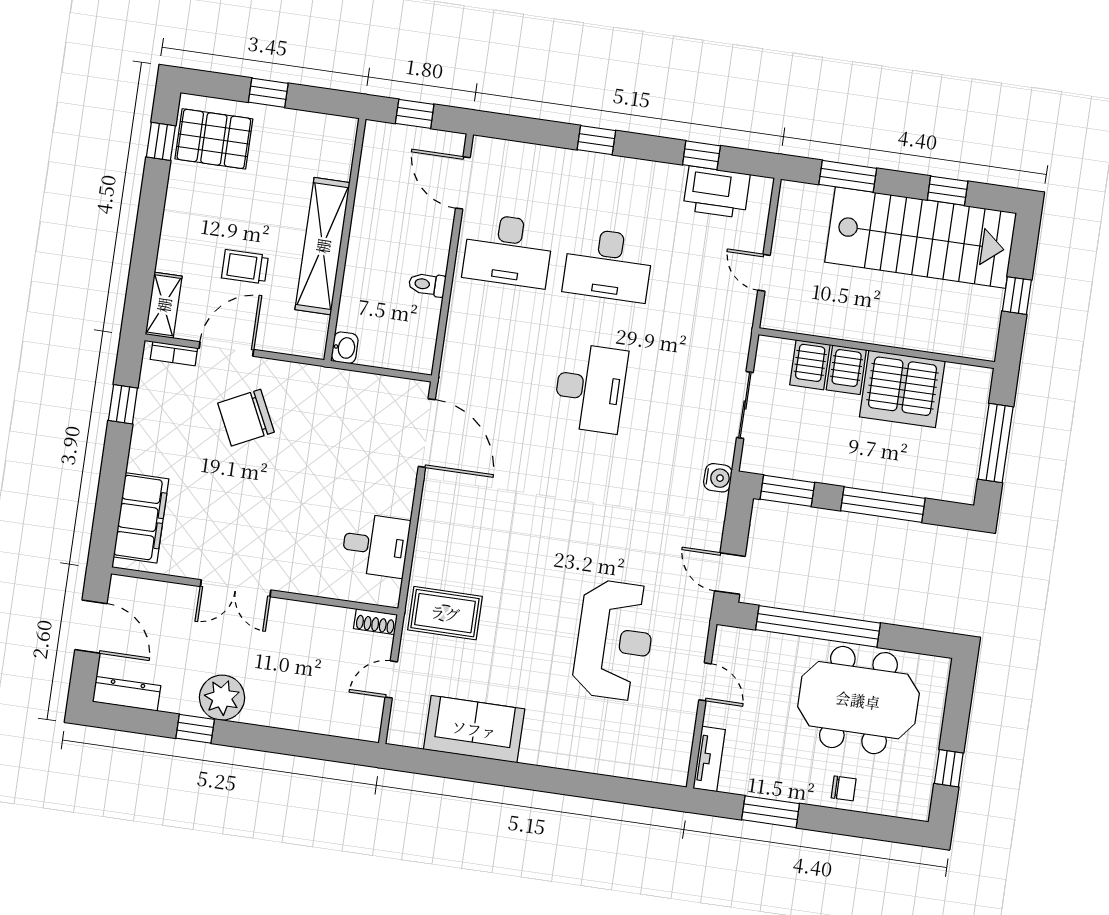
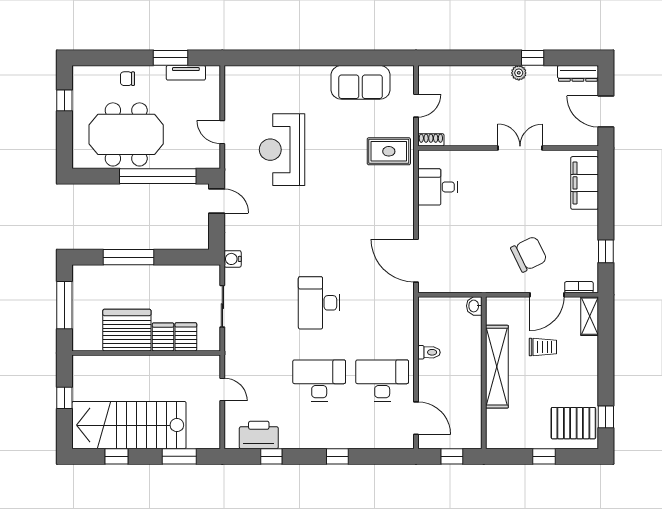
window: (787, 491) -> (189, 257), removed
plant: (222, 698) -> (519, 73), width x0.53, depth x0.53
tv unit: (709, 759) -> (186, 73), moved, turned -90

